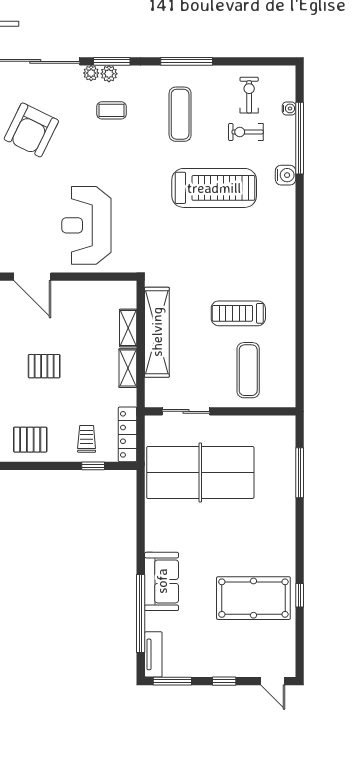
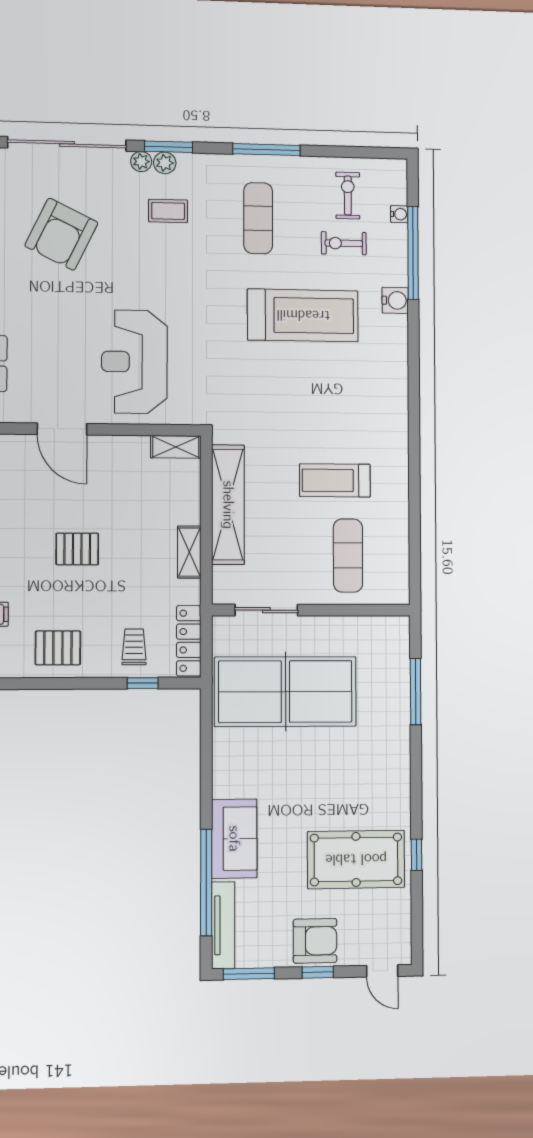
shelving: (128, 328) -> (176, 447), moved, turned 90
tv unit: (153, 654) -> (223, 925), width x1.41
armchair: (222, 658) -> (315, 941), added

